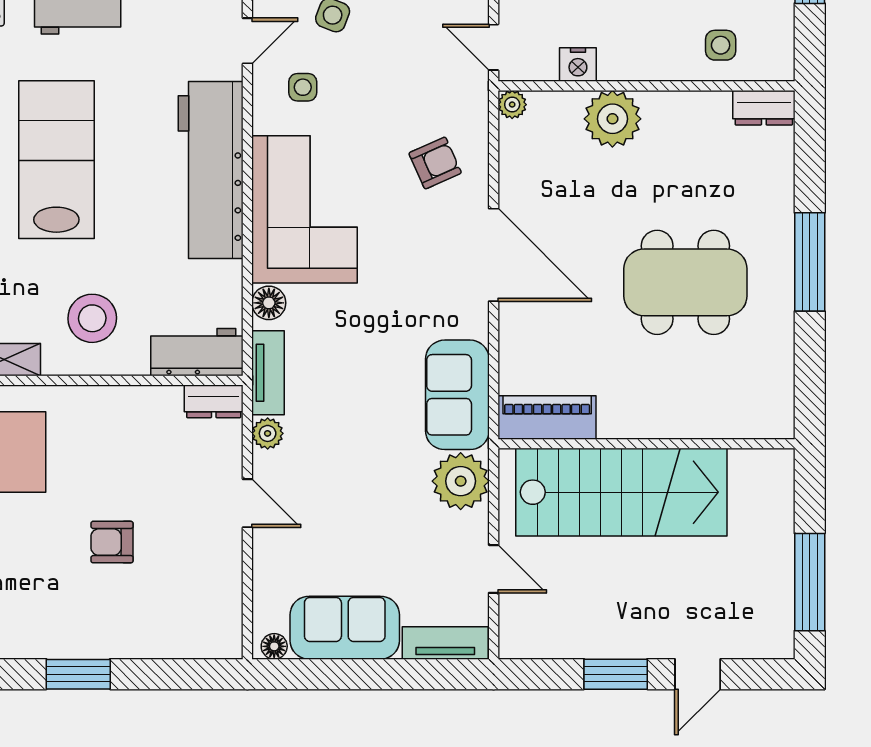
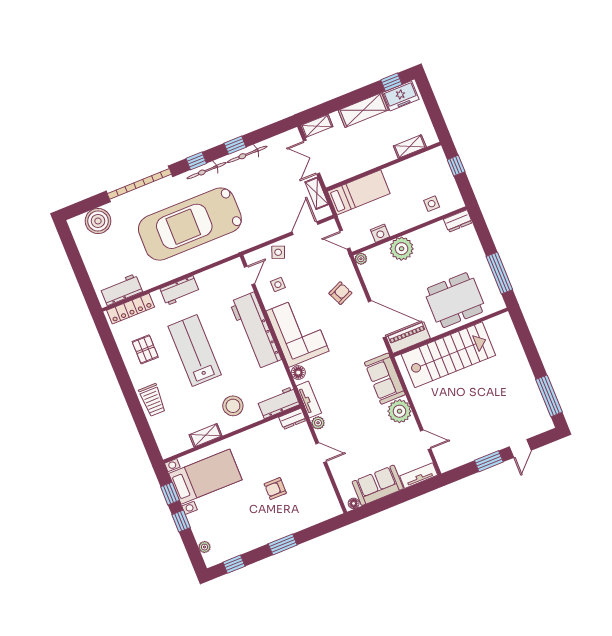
piano: (547, 417) -> (408, 338), moved
wall: (646, 444) -> (450, 332), moved
stairs: (621, 492) -> (448, 355), moved

